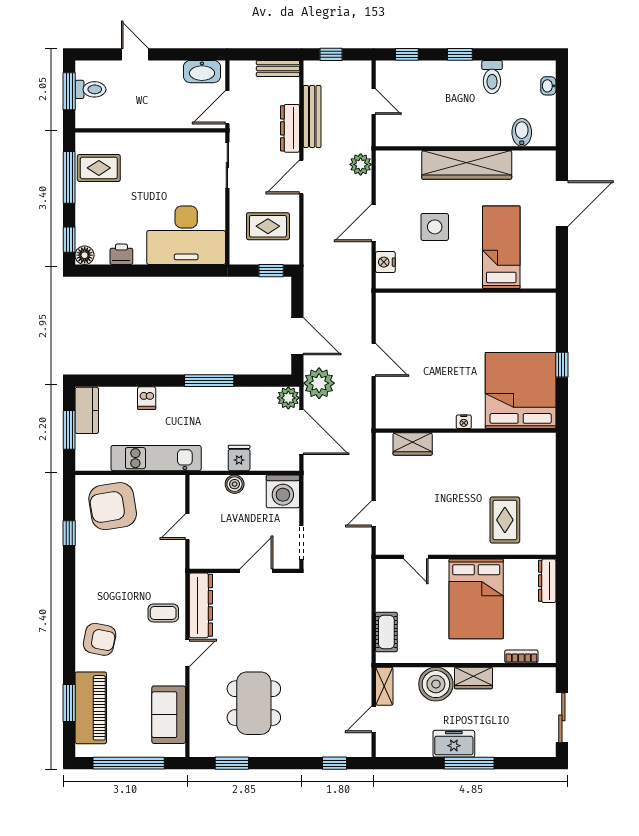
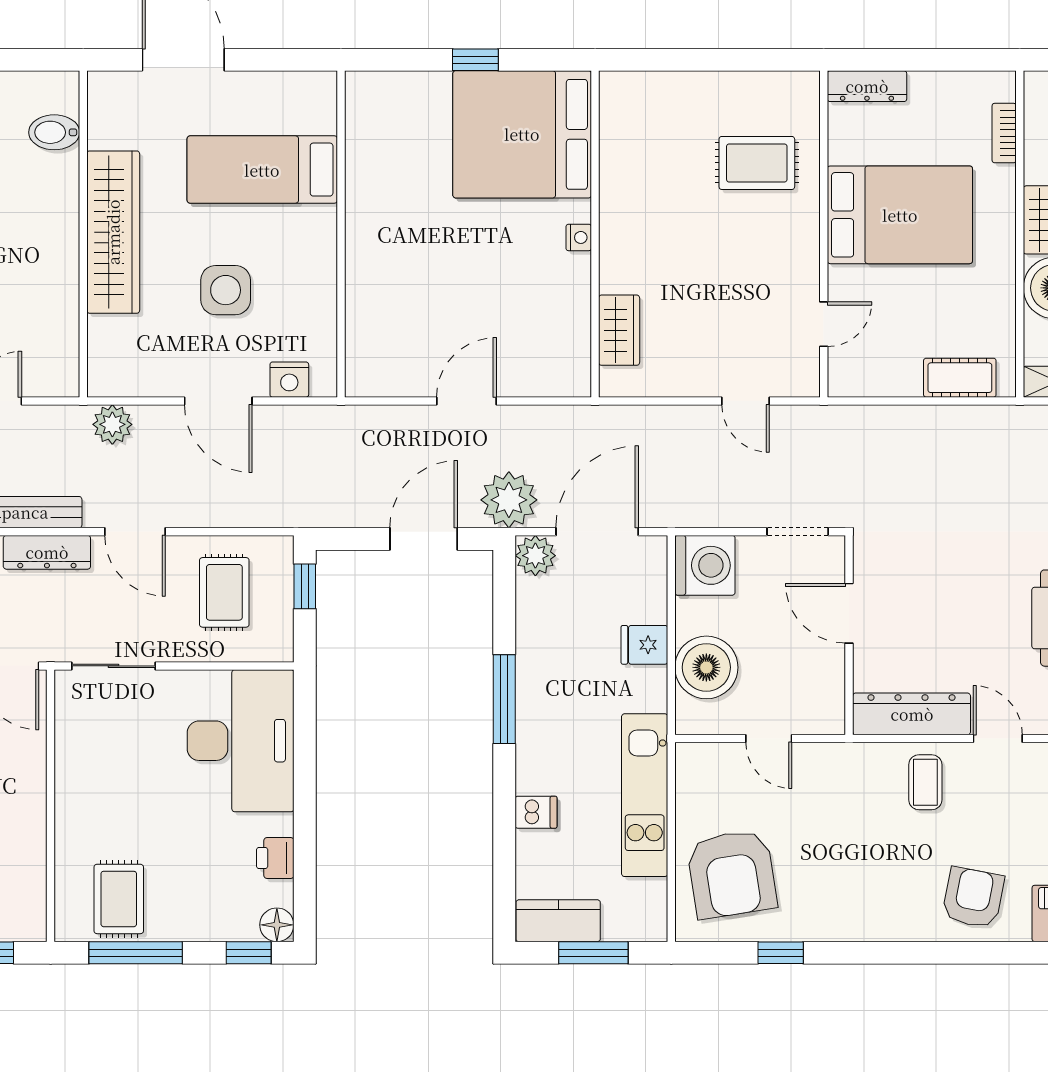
boiler: (235, 484) -> (706, 667), width x1.86, depth x1.86

